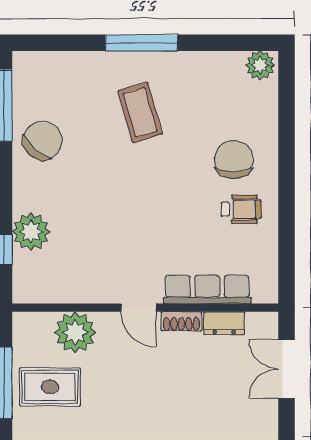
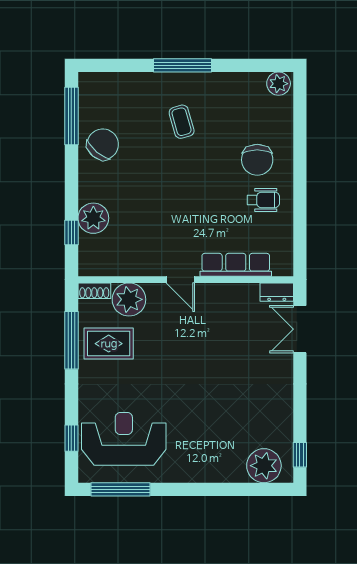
coffee table: (140, 112) -> (182, 122), width x0.73, depth x0.77
chair: (234, 160) -> (257, 160), turned 180
shoe rack: (181, 321) -> (94, 291), moved
dresser: (224, 323) -> (277, 292), moved

